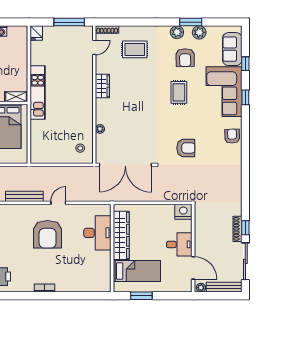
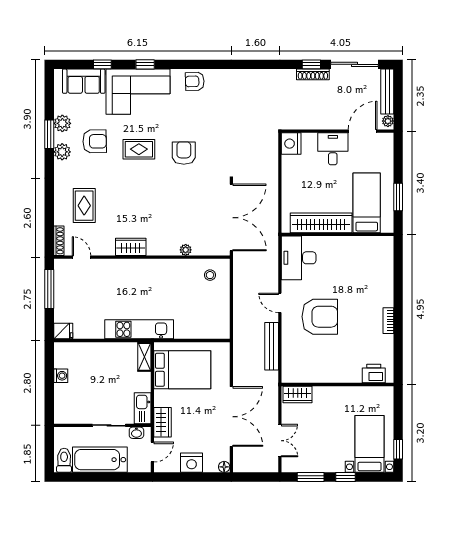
armchair: (186, 148) -> (184, 153), moved
desk: (97, 233) -> (299, 258), moved, turned -90

